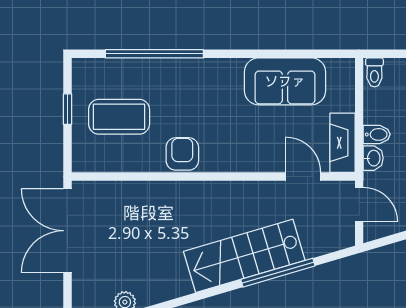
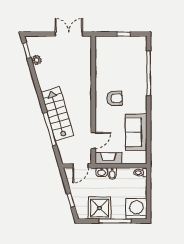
coffee table: (119, 117) -> (120, 57), removed
armchair: (182, 154) -> (115, 98), moved
double door: (67, 231) -> (69, 34), width x0.73

